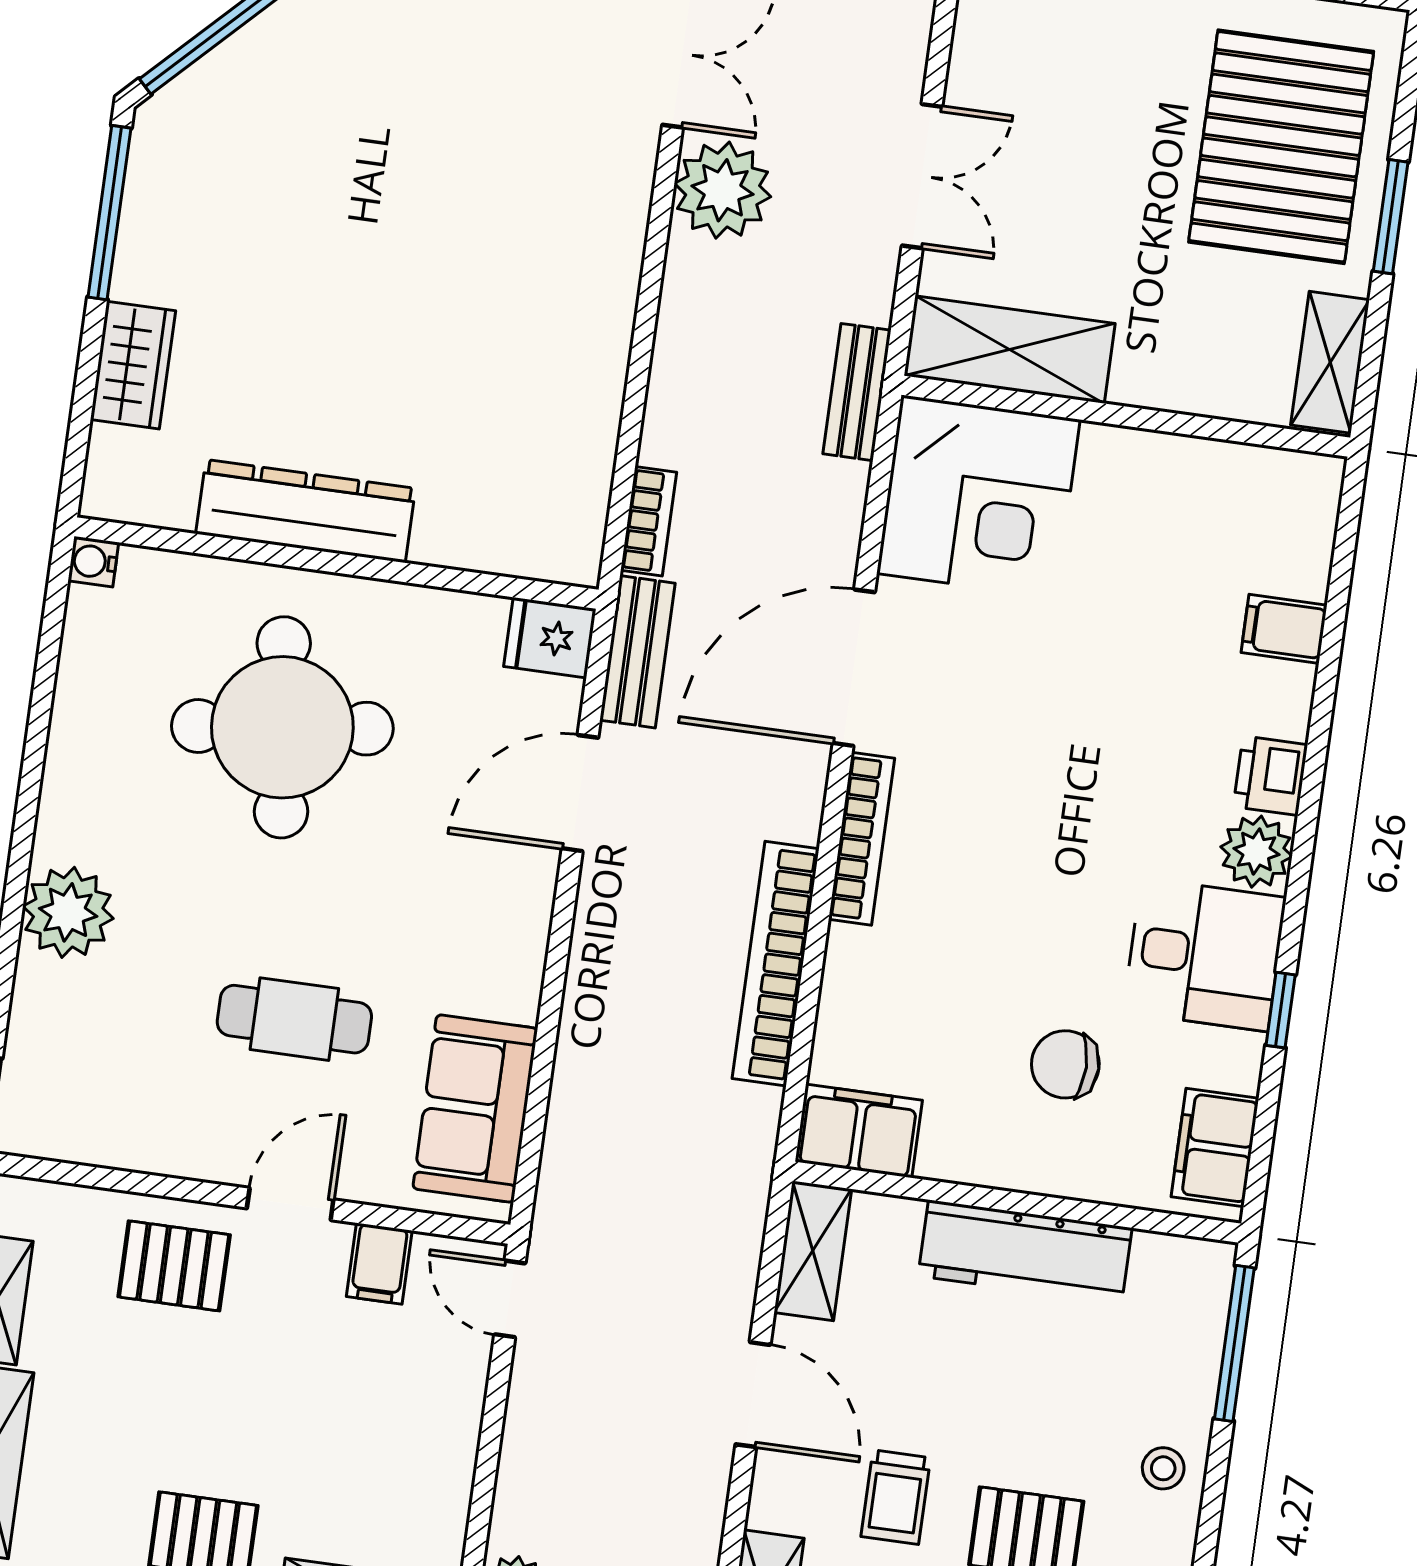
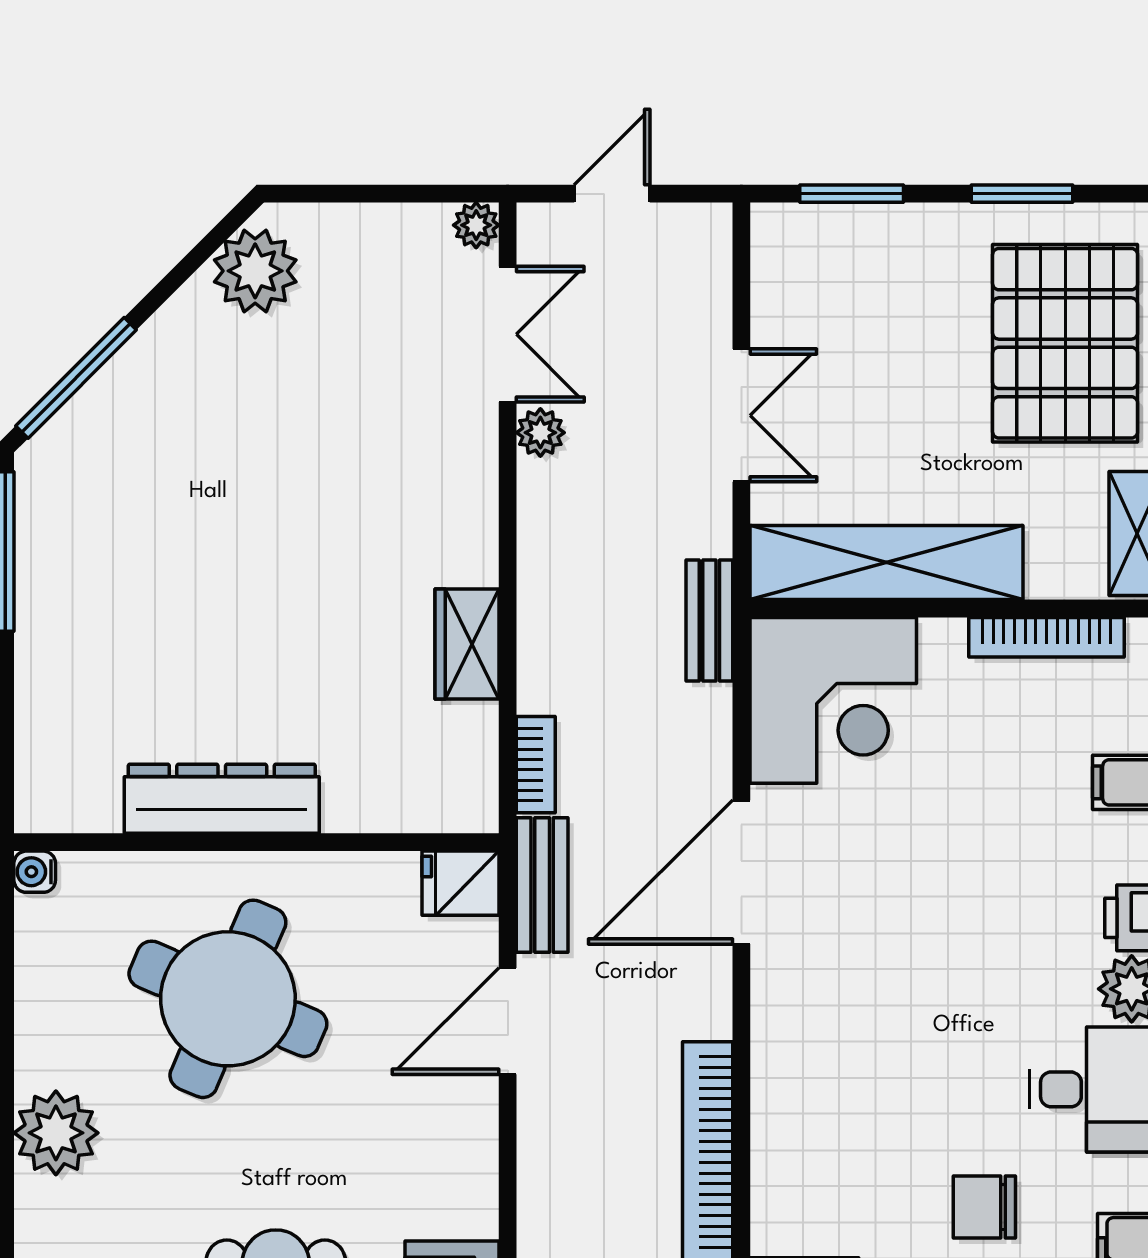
plant: (723, 190) -> (540, 433), width x0.53, depth x0.53
shelving: (1010, 350) -> (887, 563), width x1.47
wardrobe: (133, 365) -> (467, 644), moved, turned 180
round table: (282, 727) -> (228, 999), turned 30
bookcase: (862, 839) -> (1046, 637), moved, turned 90
plant: (68, 912) -> (56, 1133), moved

